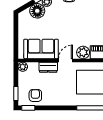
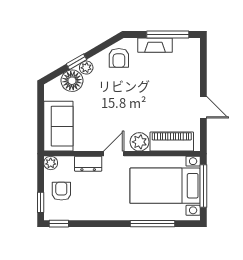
sofa: (41, 49) -> (58, 126), moved, turned 90
armchair: (35, 95) -> (61, 191), moved

